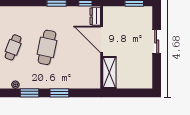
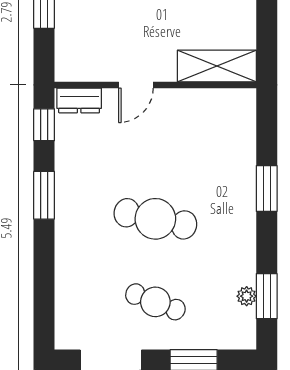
door: (102, 39) -> (136, 85), width x0.53
window: (29, 93) -> (267, 296), moved

